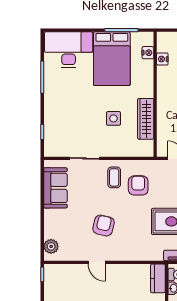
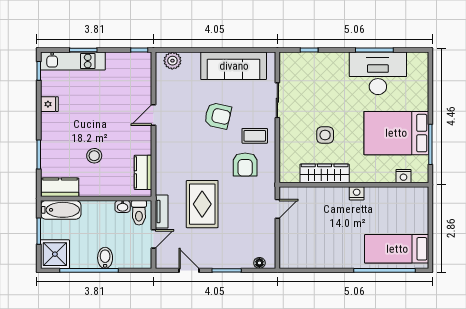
desk: (69, 50) -> (378, 73), moved, turned -90
nightstand: (162, 59) -> (357, 193), moved
armchair: (138, 185) -> (245, 165), turned 90
sofa: (55, 188) -> (234, 66), width x1.36
armchair: (103, 225) -> (218, 116), moved
kitchen counter: (158, 278) -> (143, 172), moved, turned -90

